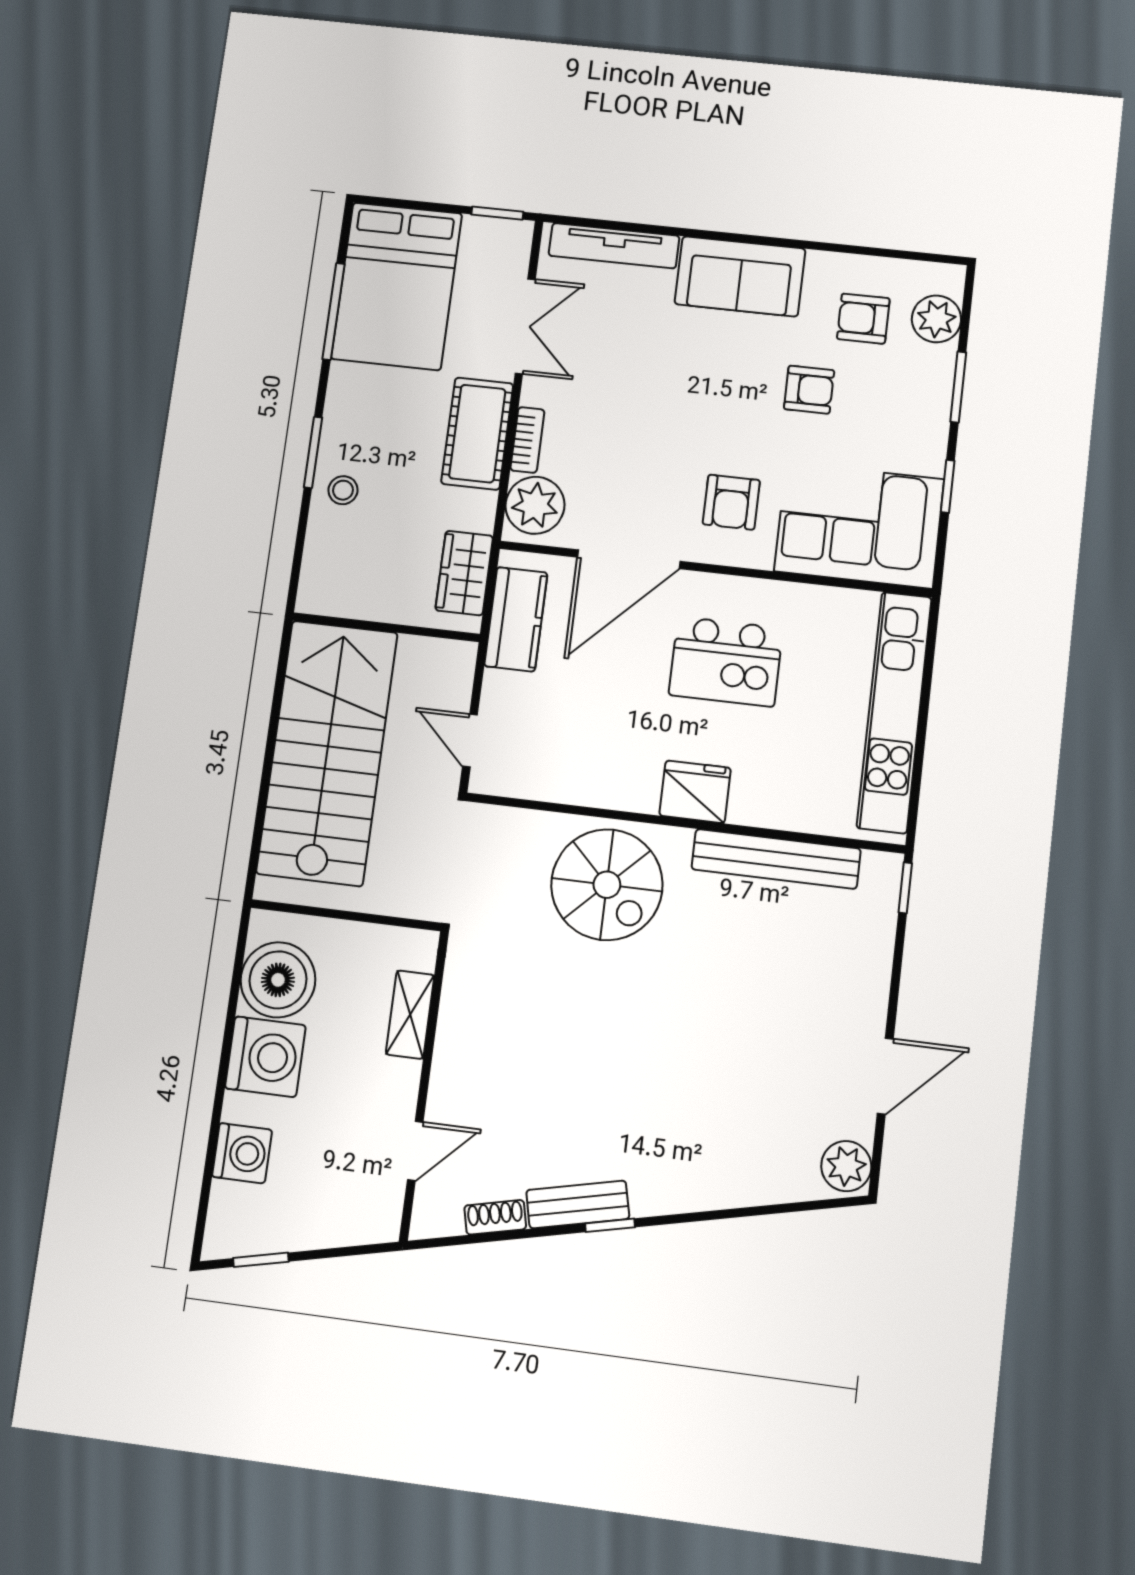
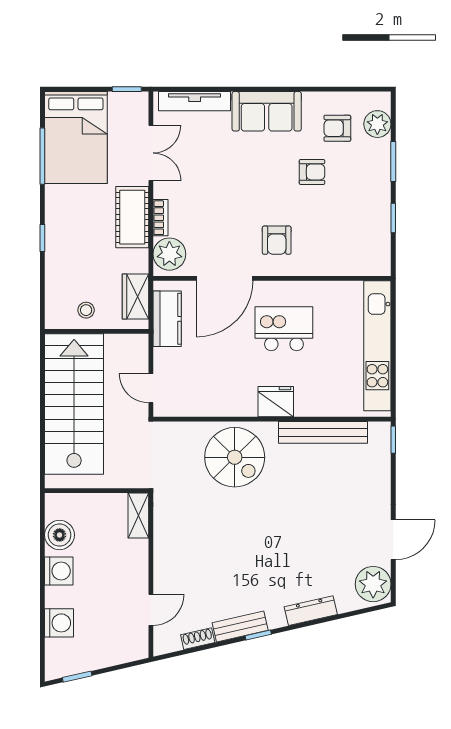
window: (313, 452) -> (42, 238), width x0.67
stool: (343, 490) -> (86, 310), moved
corner sofa: (859, 525) -> (348, 245), removed
kitchen island: (726, 661) -> (284, 329), turned 180
boiler: (278, 980) -> (60, 535), width x0.73, depth x0.73
shelving: (410, 1015) -> (138, 516), moved
washing machine: (265, 1057) -> (59, 571), width x0.73, depth x0.73
plant: (846, 1166) -> (373, 584), width x1.36, depth x1.36
dresser: (715, 1191) -> (311, 611), added

